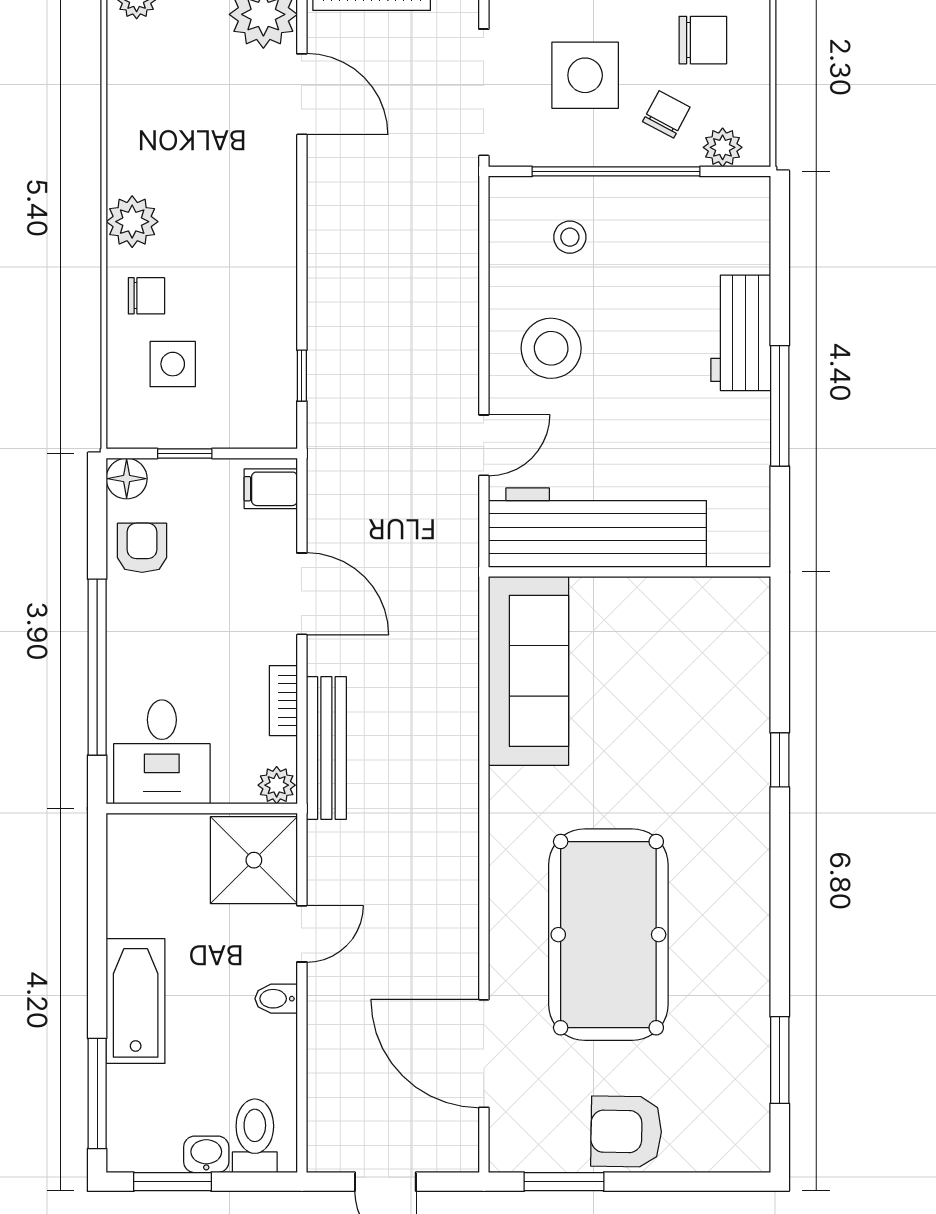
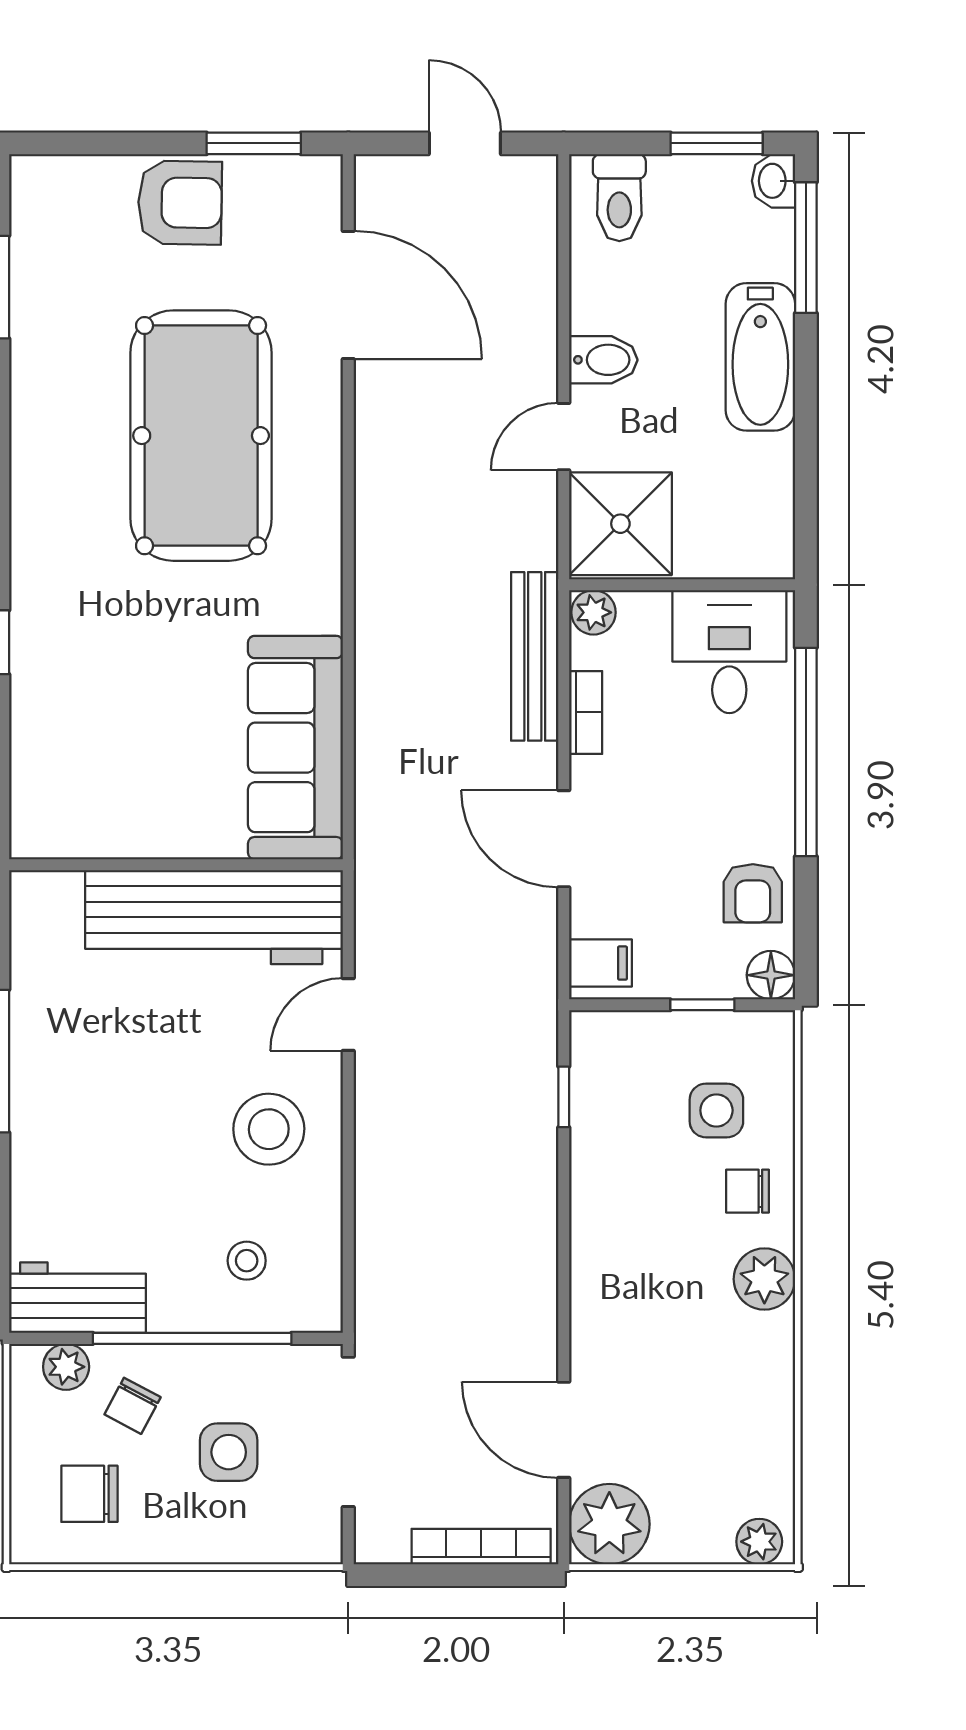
side table: (585, 75) -> (229, 1452), width x0.73, depth x0.73
workbench: (741, 333) -> (78, 1298), moved, turned -90
bidet: (276, 999) -> (603, 360), width x1.38, depth x1.36
washbasin: (206, 1154) -> (774, 181), moved, turned 90

